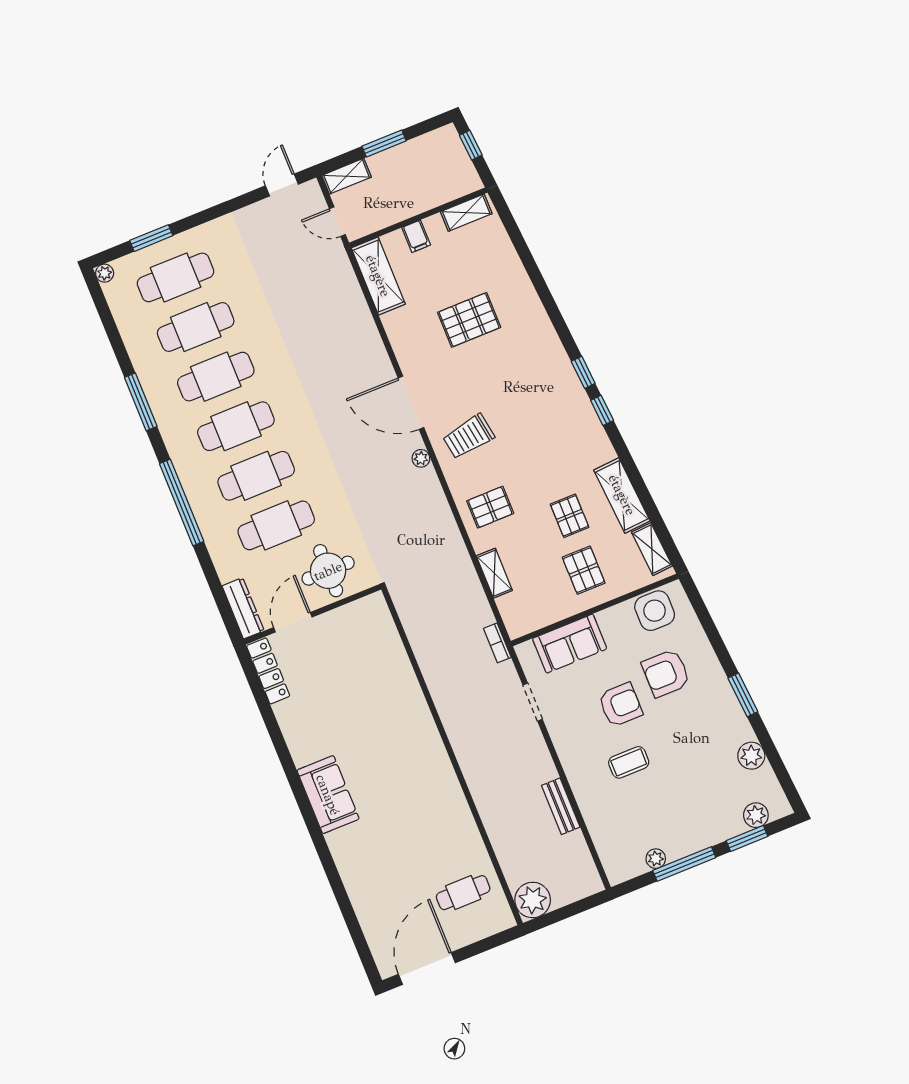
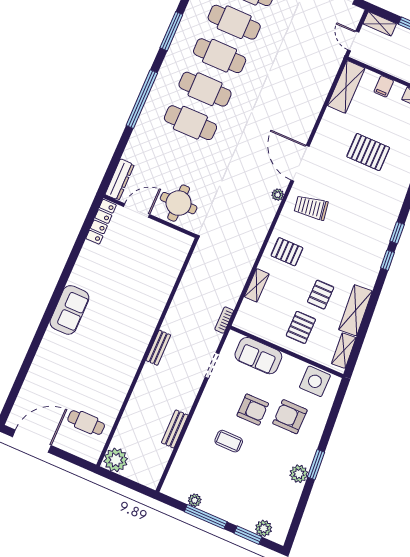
cafe table: (276, 525) -> (176, 156), removed
bench: (459, 740) -> (158, 348), added
plant: (751, 756) -> (299, 474), moved

